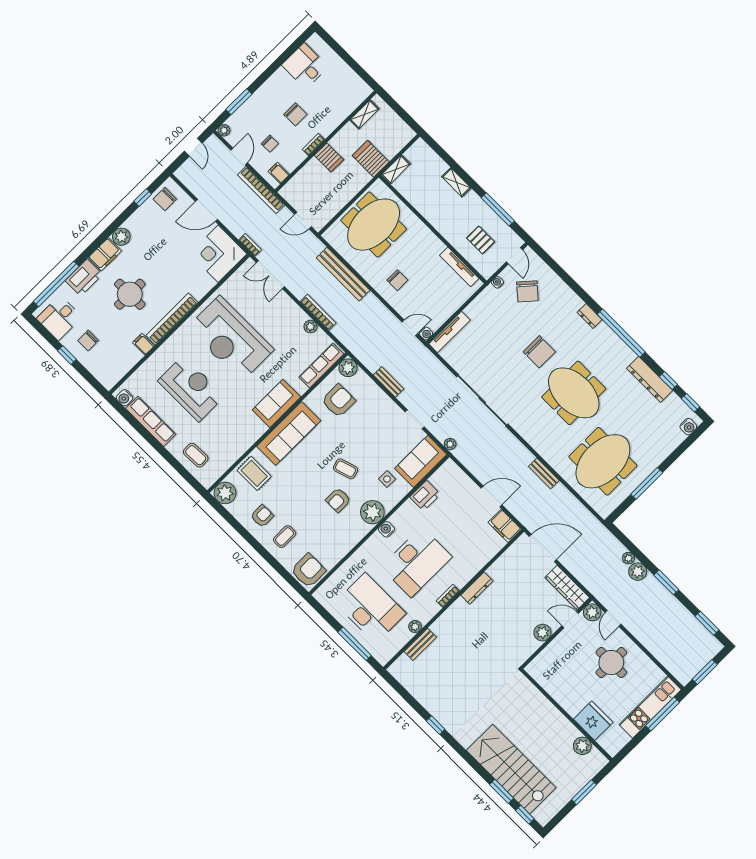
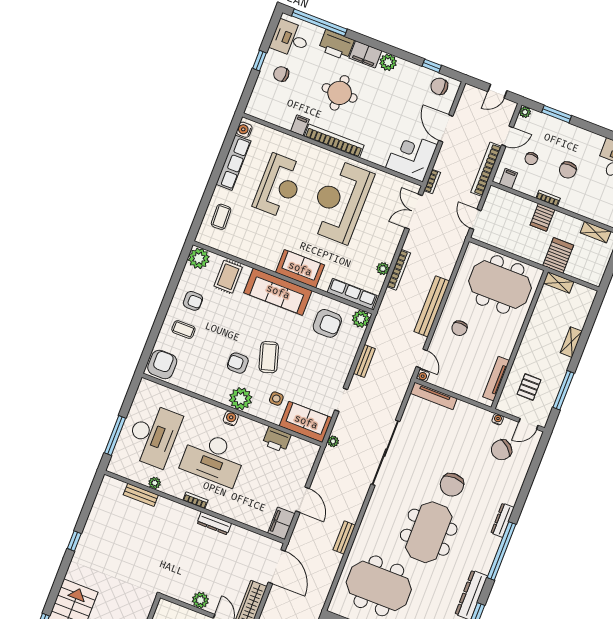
bench: (343, 274) -> (432, 306), moved
dresser: (590, 316) -> (502, 520), width x1.44
coffee table: (346, 469) -> (269, 357), width x1.36, depth x1.30
armchair: (308, 571) -> (162, 364), turned -90

